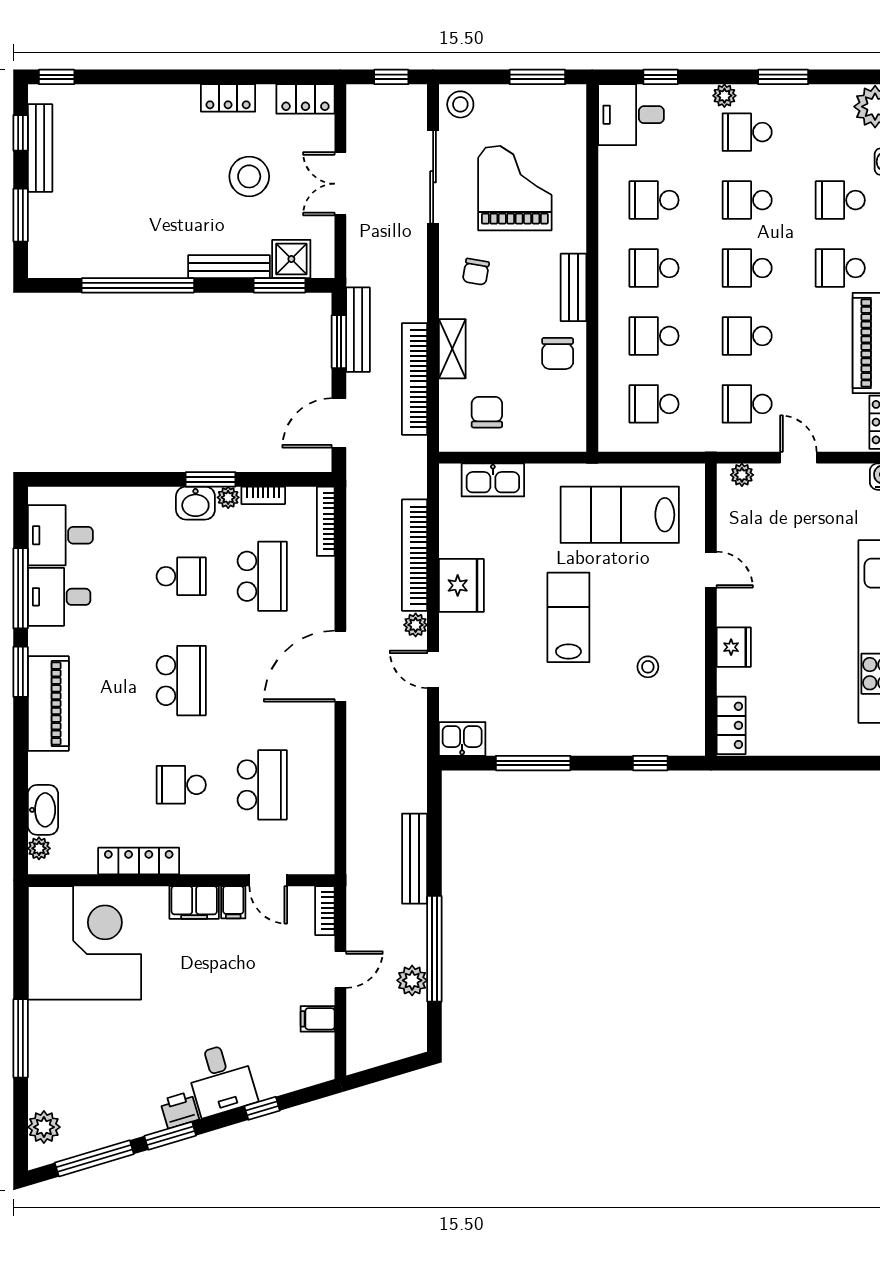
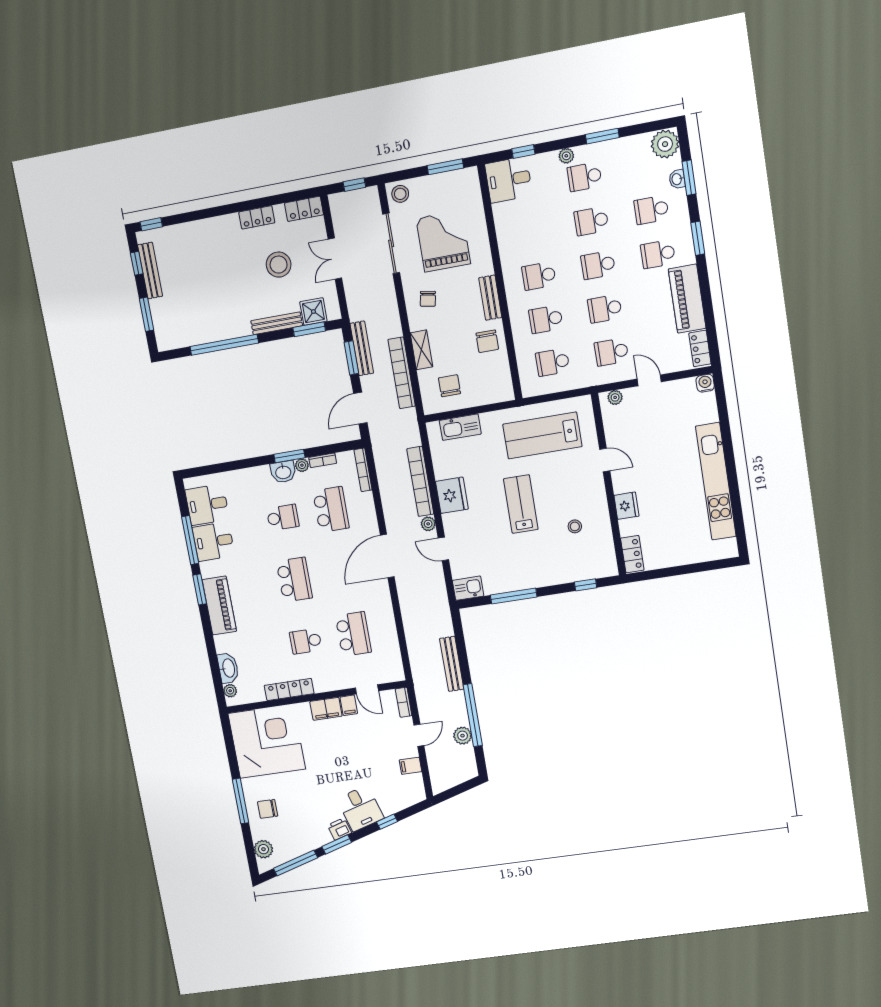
school desk: (654, 200) -> (532, 232), removed
chair: (64, 1058) -> (268, 809), added

